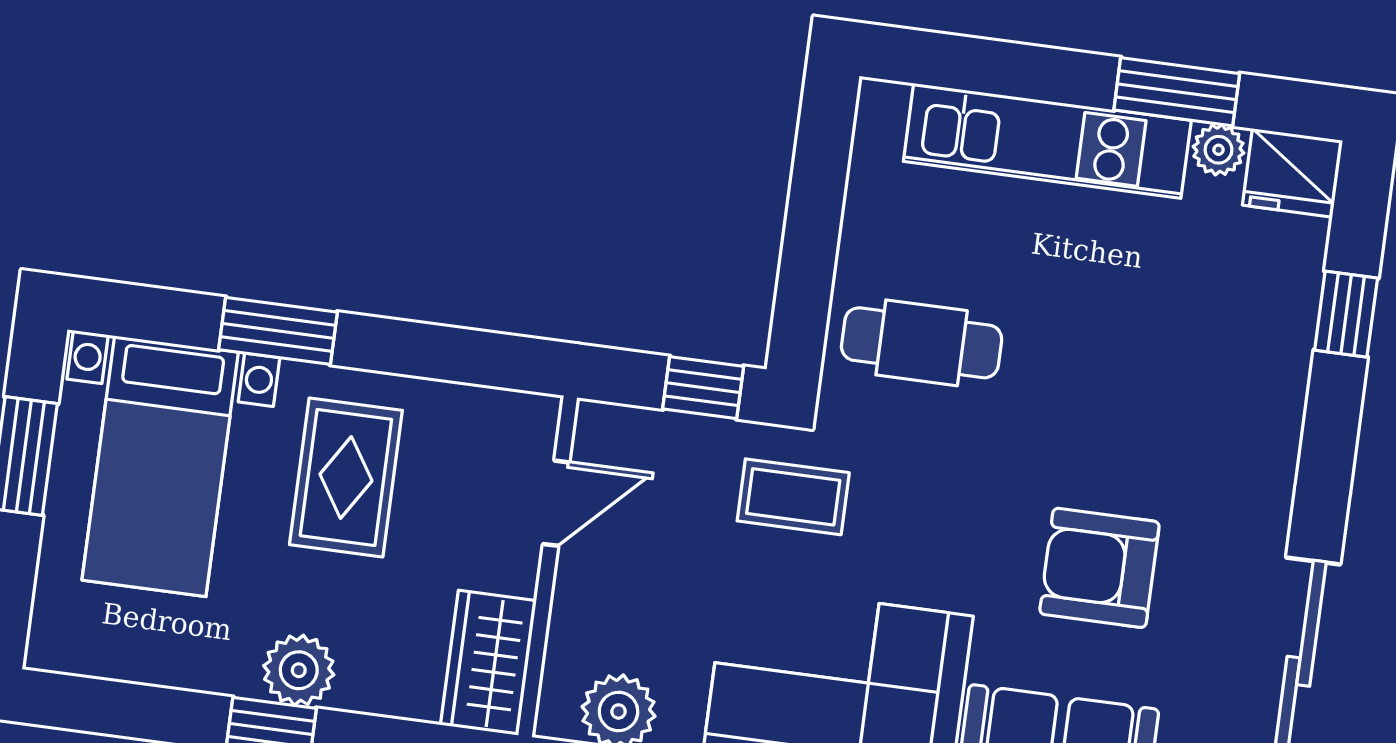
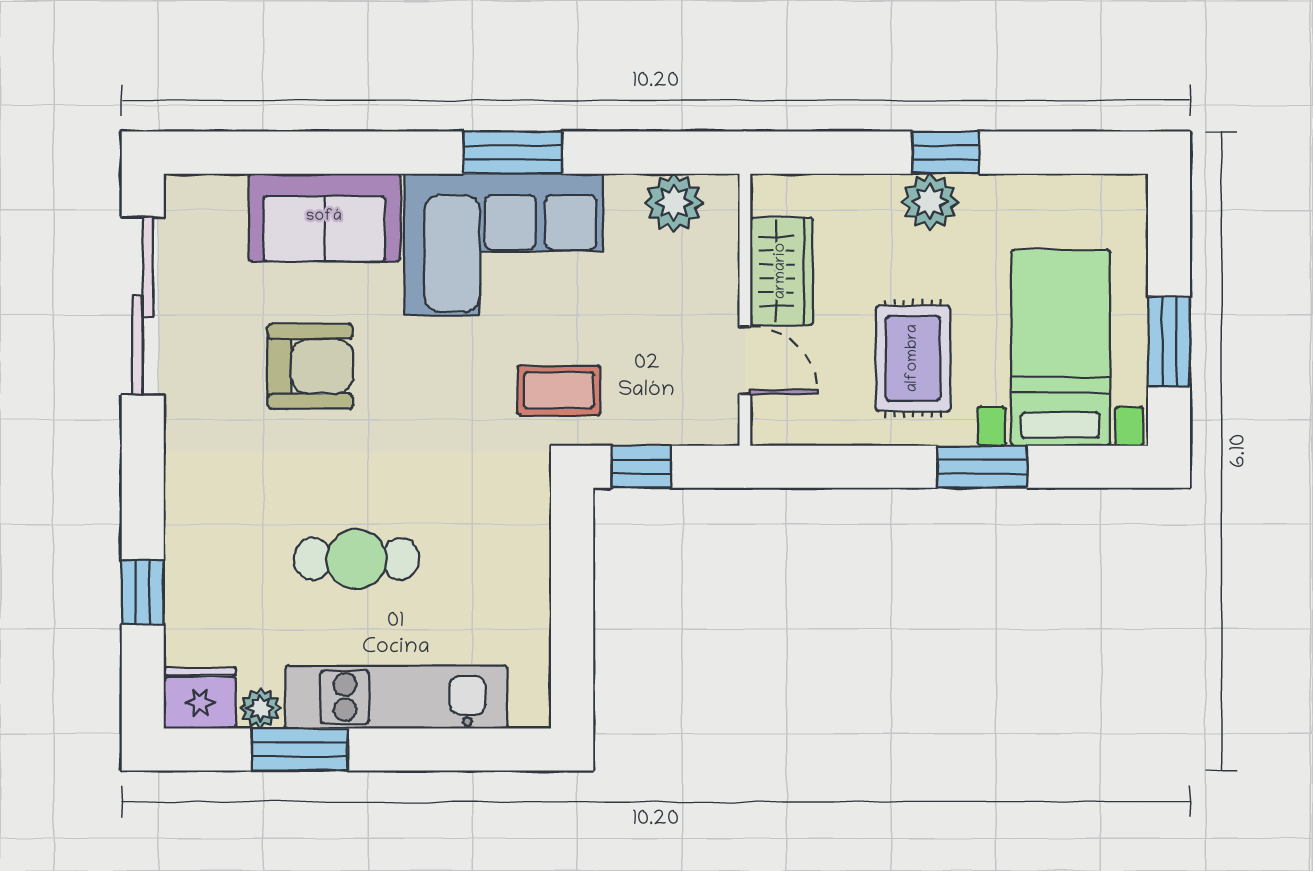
cafe table: (922, 343) -> (356, 559), moved
door: (556, 503) -> (745, 360), swing flipped
wardrobe: (488, 663) -> (781, 271), moved

